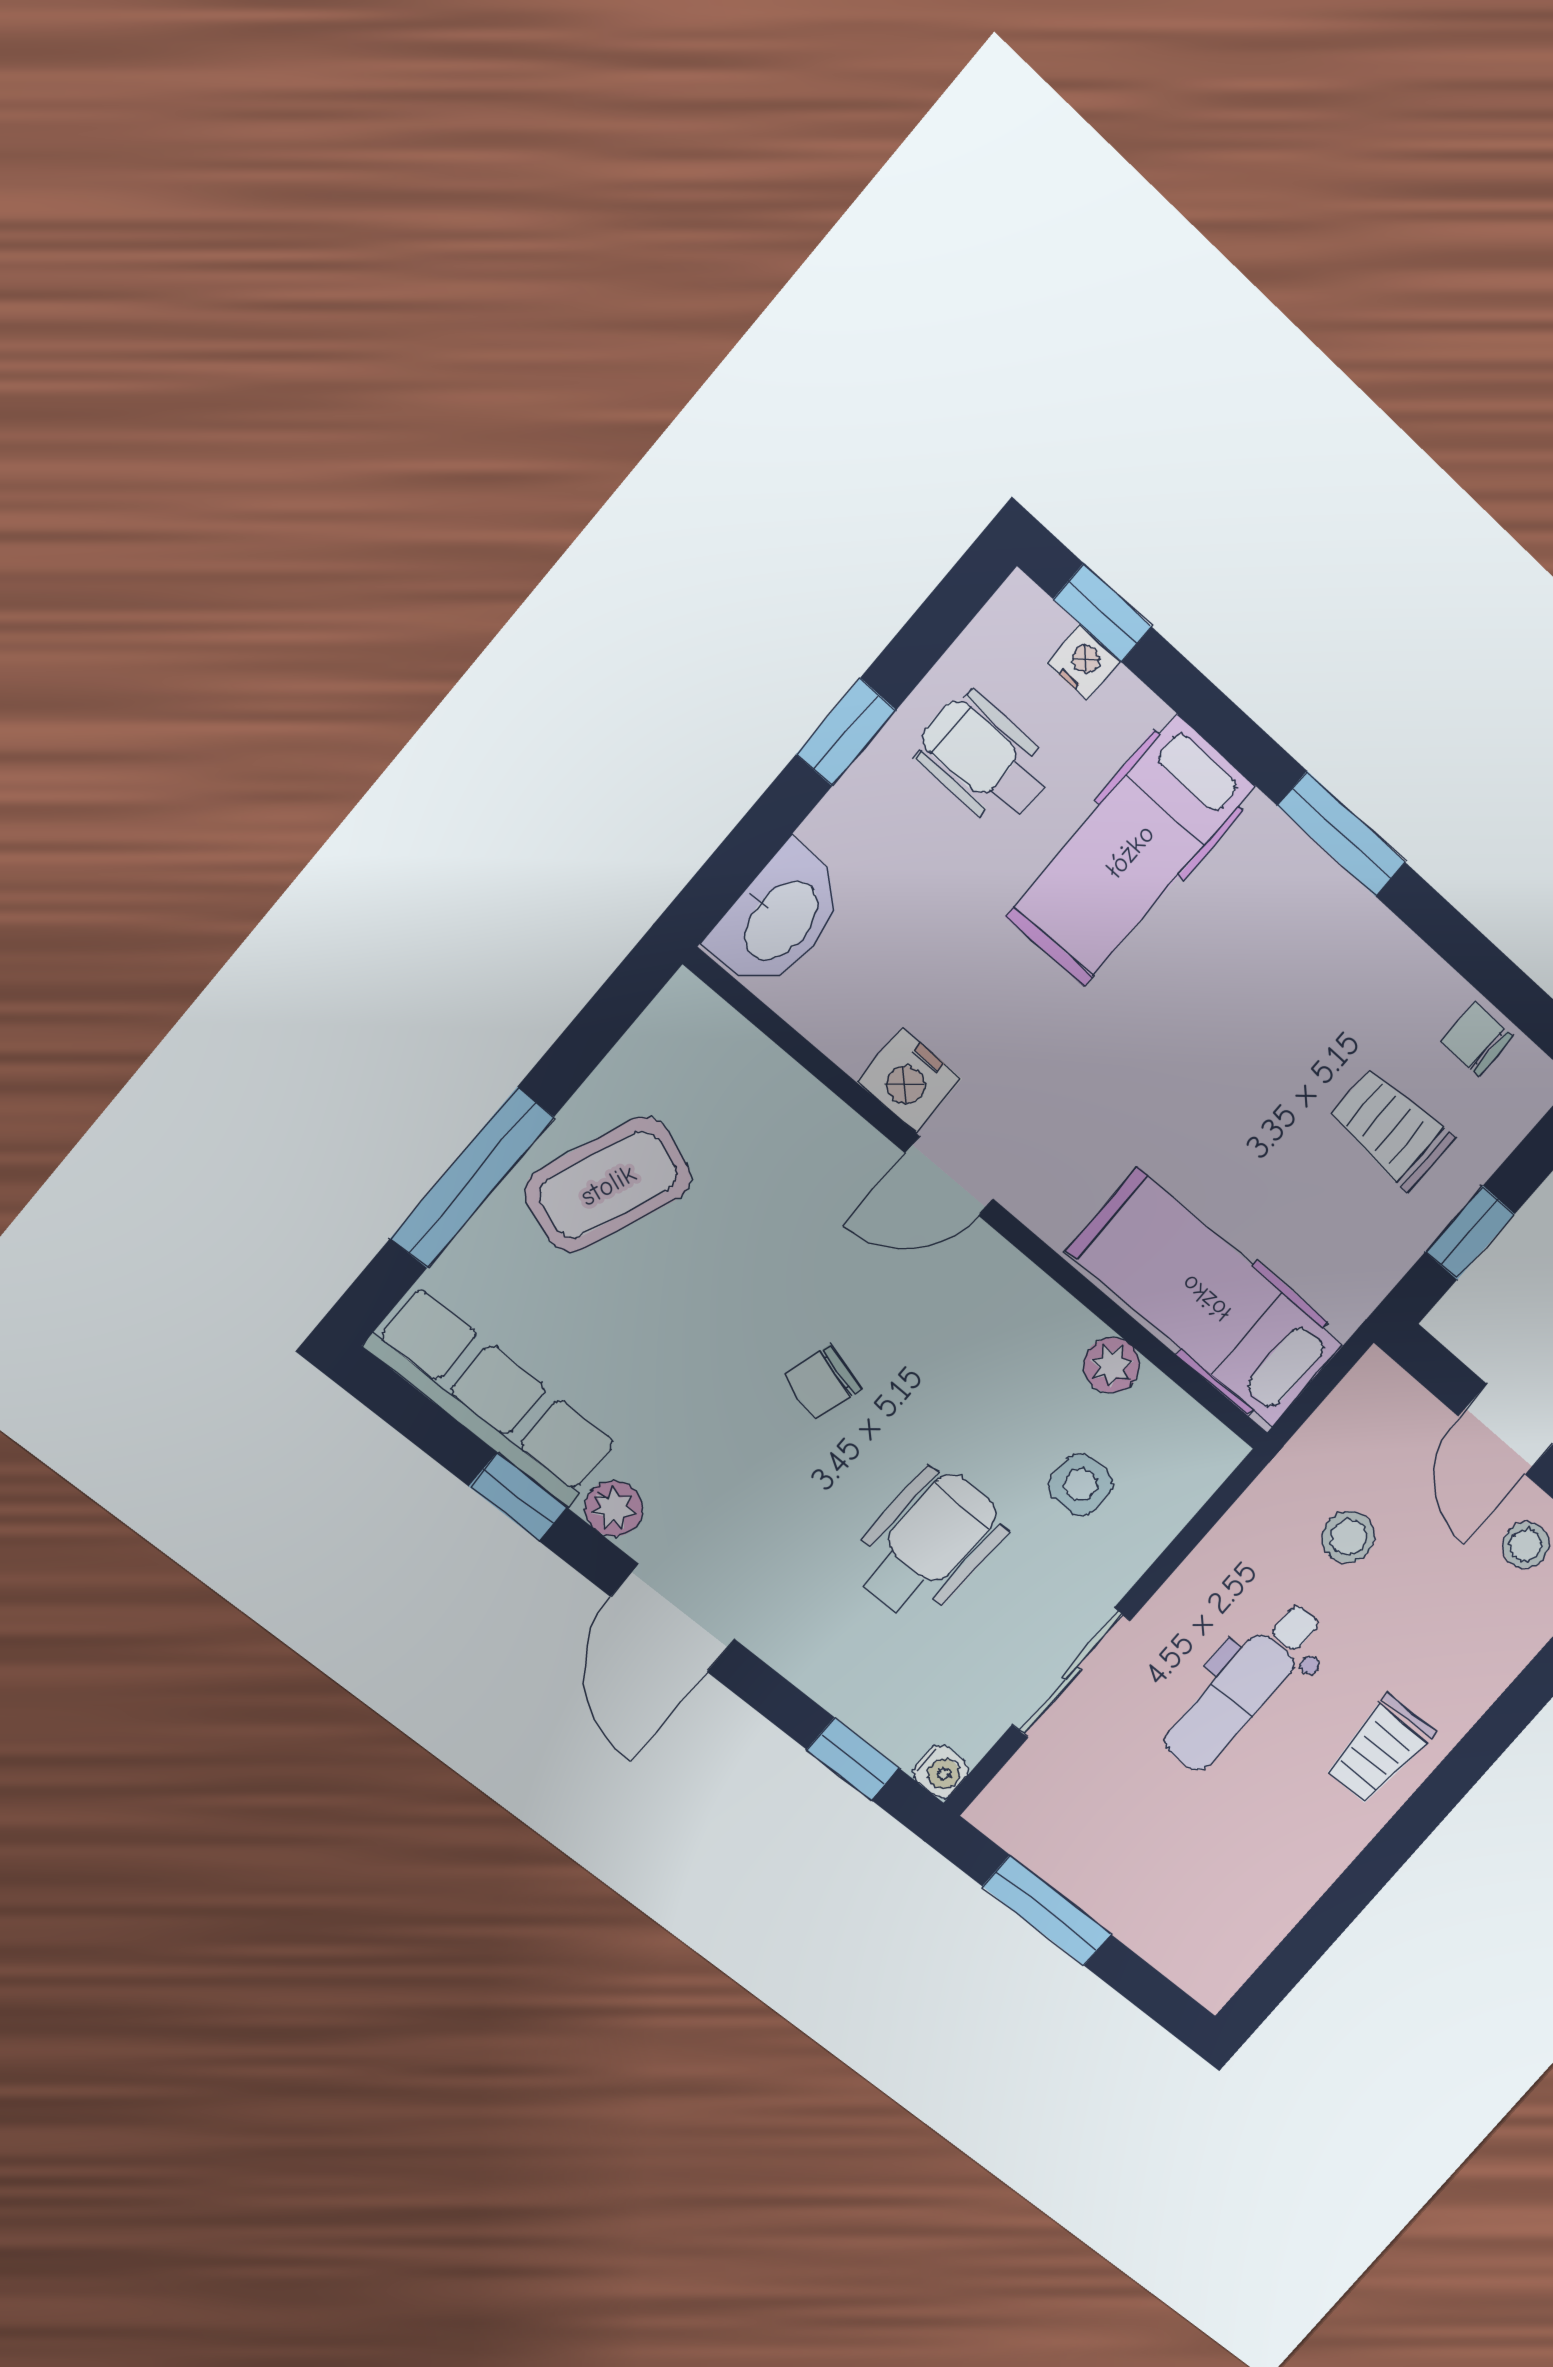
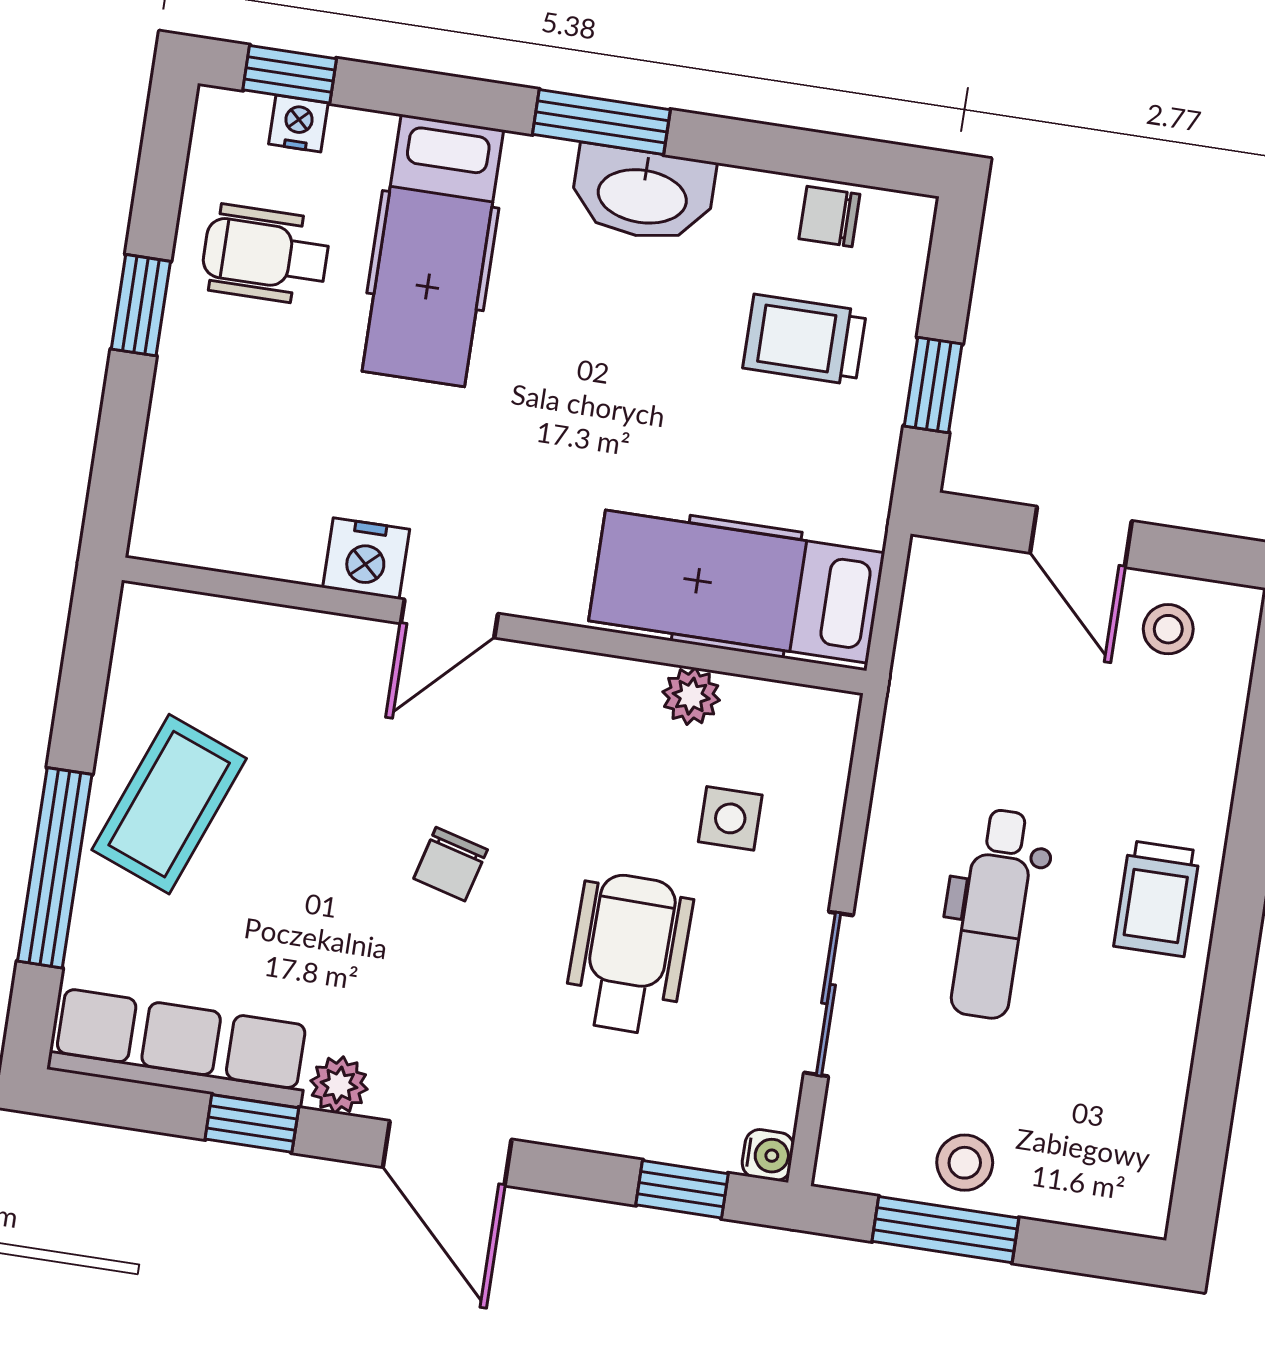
washbasin: (779, 919) -> (643, 194), moved, turned 90
stool: (1348, 1537) -> (965, 1163), moved

